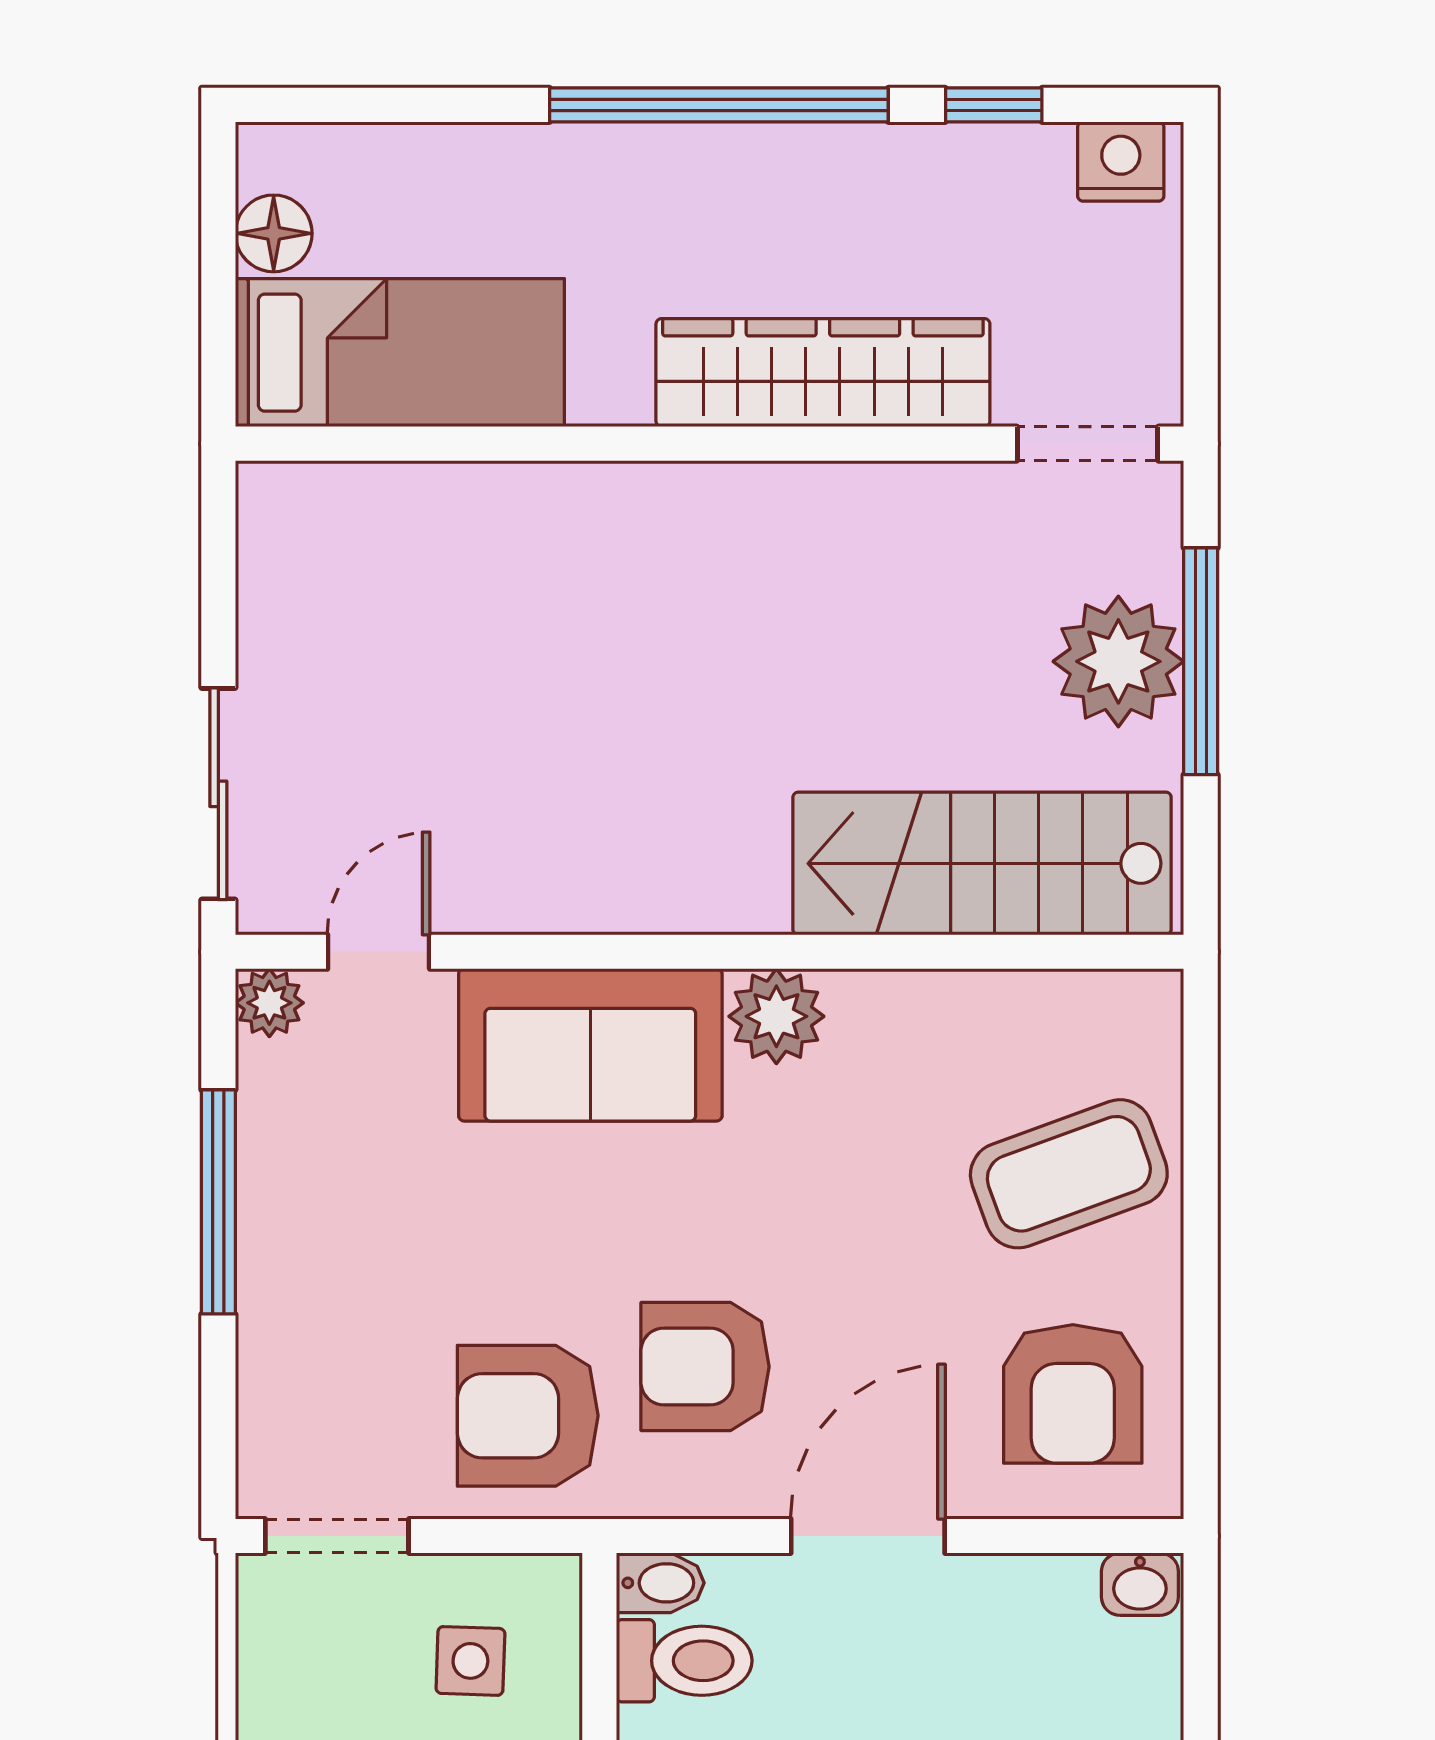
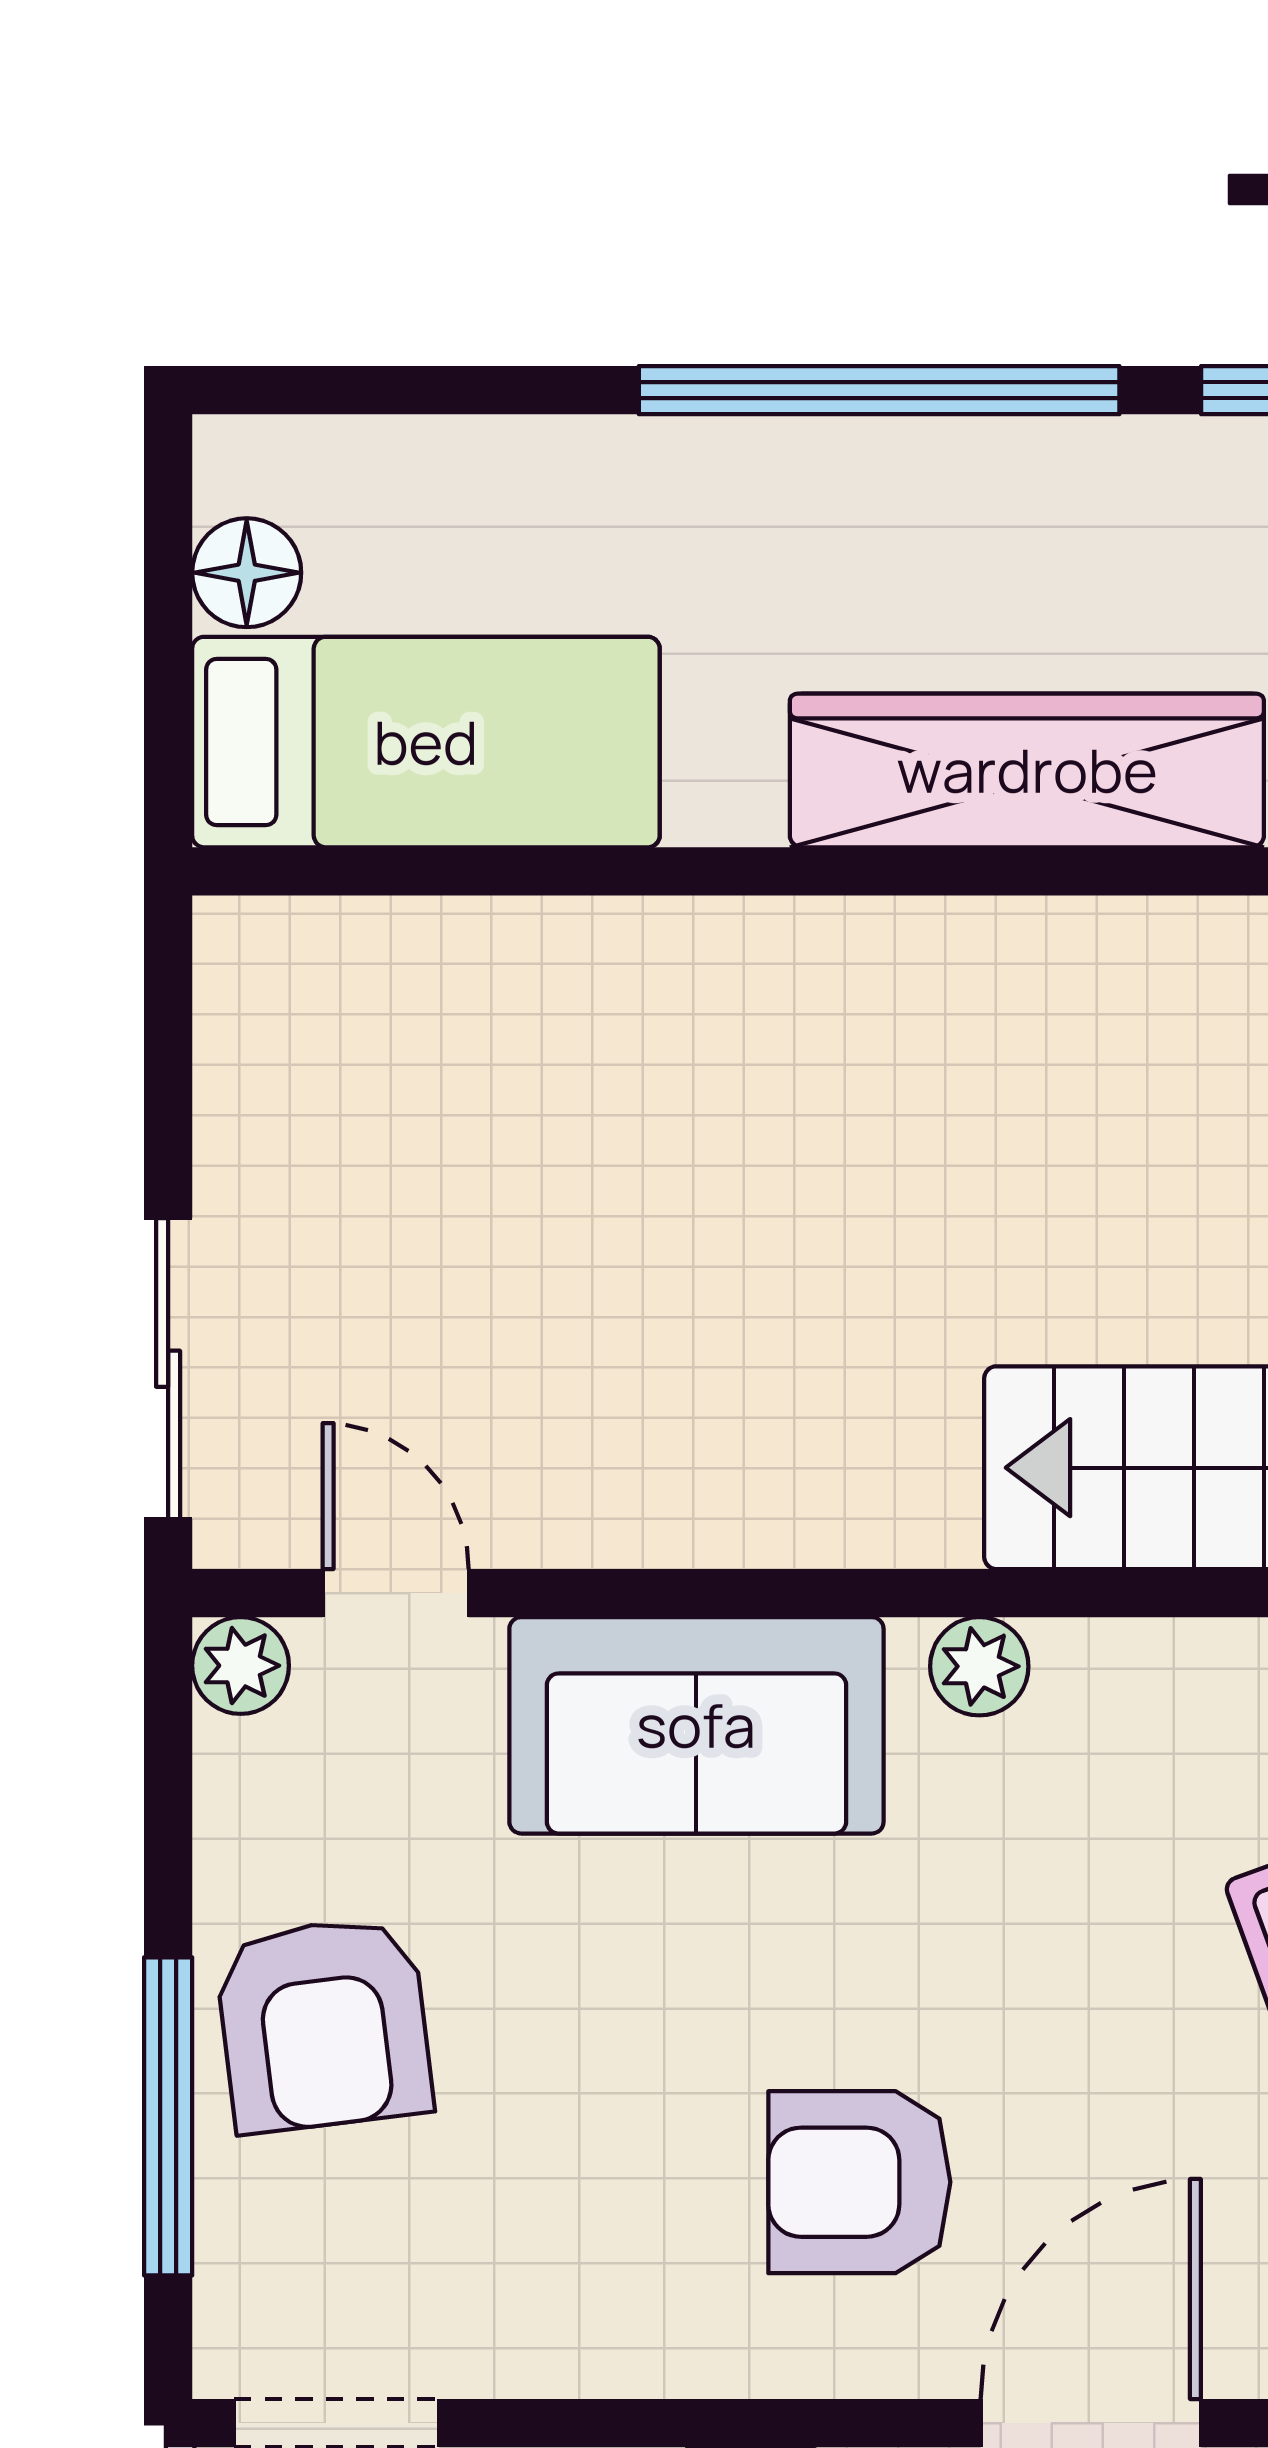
door: (379, 952) -> (396, 1593), hinge flipped
plant: (776, 1016) -> (979, 1666), width x0.73, depth x0.73
window: (218, 1202) -> (168, 2116), moved
armchair: (528, 1416) -> (324, 2024), moved, turned -97

